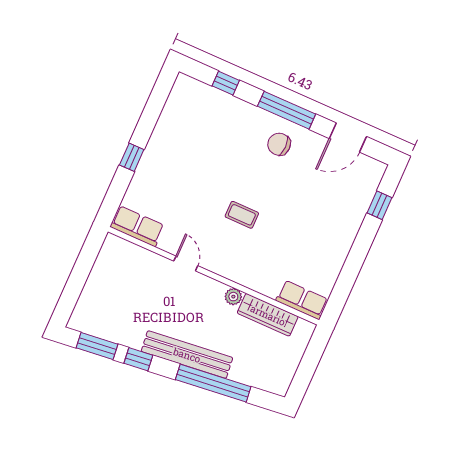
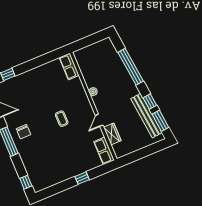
window: (226, 83) -> (26, 182), moved
wardrobe: (268, 315) -> (112, 134), moved, width x0.67
bench: (187, 355) -> (146, 116), moved

